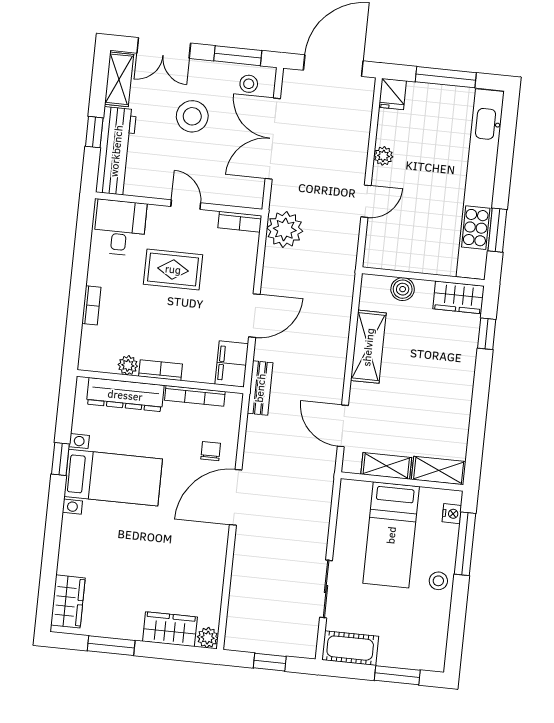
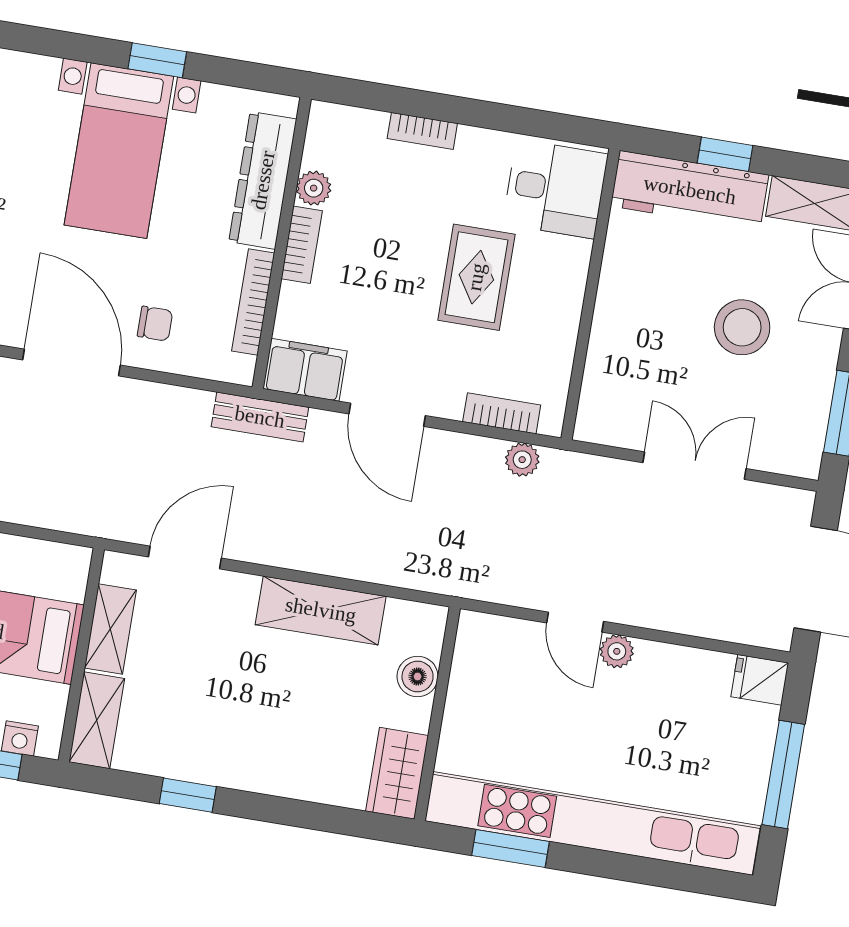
stool: (249, 84) -> (793, 429), removed
double door: (273, 139) -> (694, 466), width x0.73
plant: (383, 156) -> (617, 651), moved
door: (186, 205) -> (588, 307), removed
bookcase: (240, 222) -> (502, 413), moved, turned 90
plant: (285, 229) -> (522, 460), width x0.53, depth x0.53
window: (487, 334) -> (188, 795), moved

